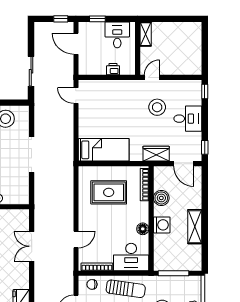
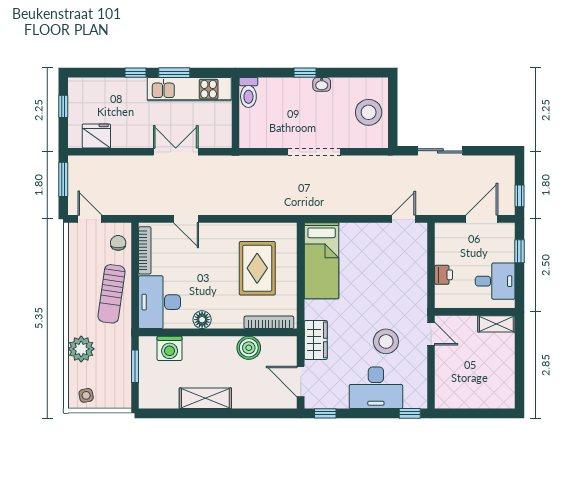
desk: (188, 119) -> (376, 388), width x1.37
door: (184, 164) -> (301, 382), hinge flipped
washing machine: (162, 225) -> (170, 348), moved
window: (174, 273) -> (135, 366), width x0.69

